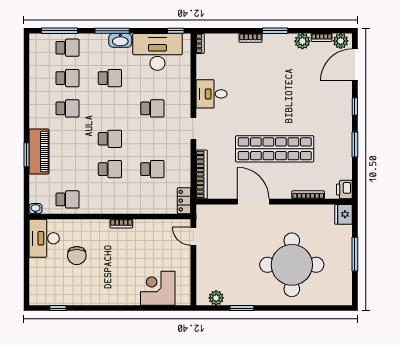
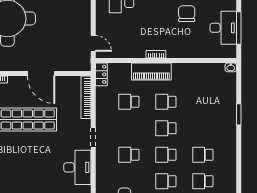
desk: (212, 94) -> (77, 167), width x1.37
piano: (39, 151) -> (151, 71), moved, turned -90
school desk: (67, 199) -> (166, 155), moved
desk: (44, 238) -> (223, 28), moved
window: (26, 254) -> (239, 28), added
chair: (77, 256) -> (187, 14), moved

